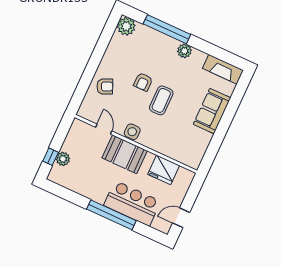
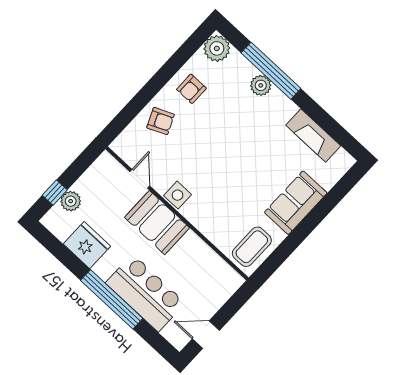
plant: (184, 51) -> (261, 85), moved
fireplace: (223, 69) -> (313, 135), moved
armchair: (143, 82) -> (191, 89), moved
coffee table: (161, 100) -> (252, 247), moved
fridge: (164, 170) -> (87, 245), moved, turned 180

